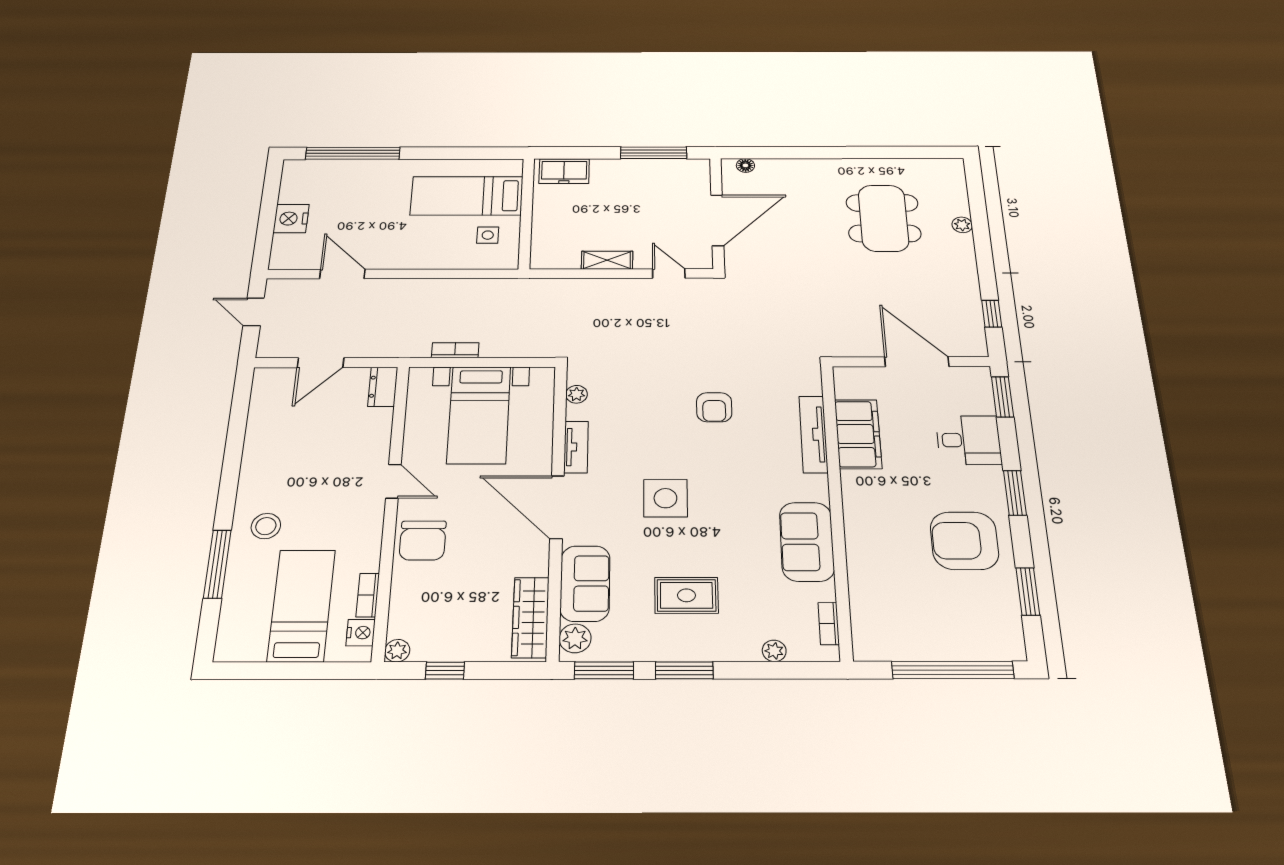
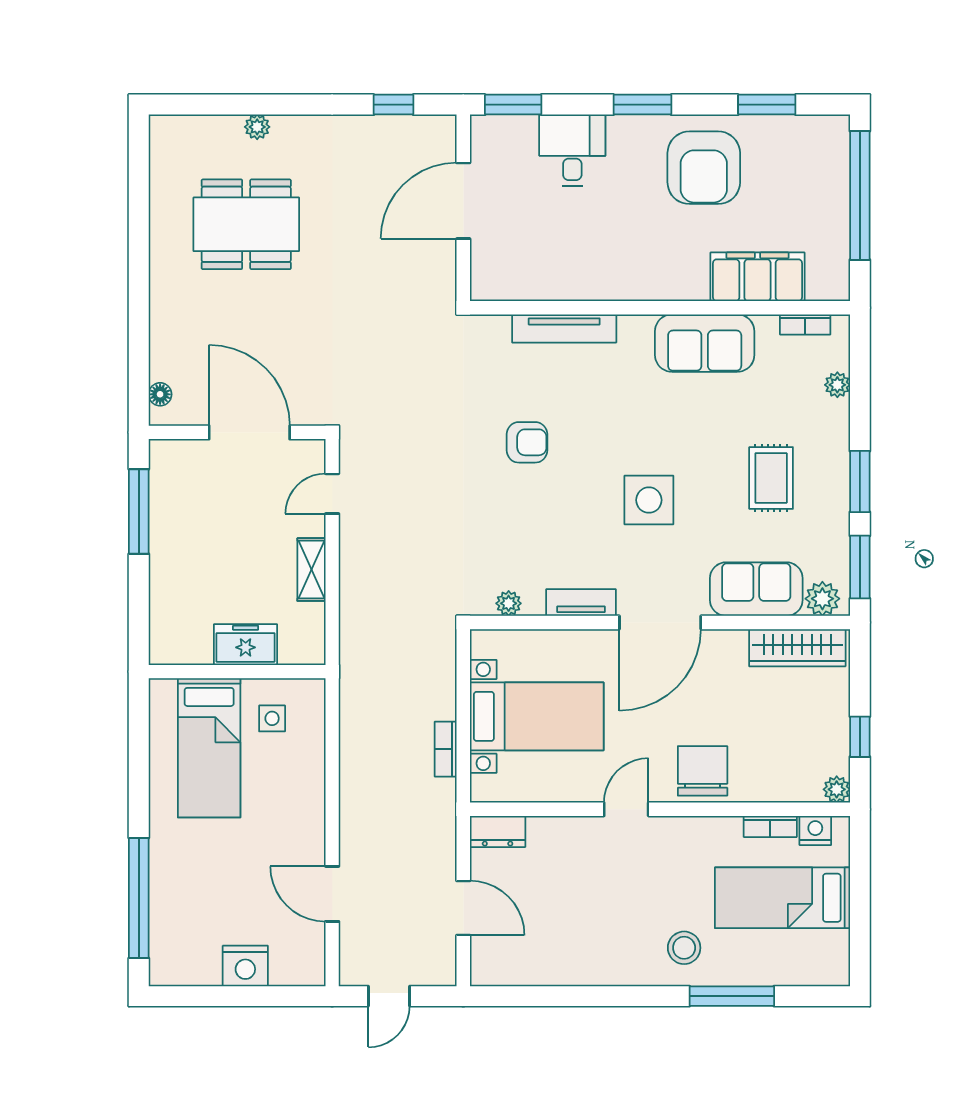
freezer: (564, 171) -> (246, 645), moved, turned -90
door: (342, 274) -> (332, 894), hinge flipped
filing cabinet: (858, 434) -> (758, 277), moved
chair: (423, 540) -> (703, 771), turned -90

